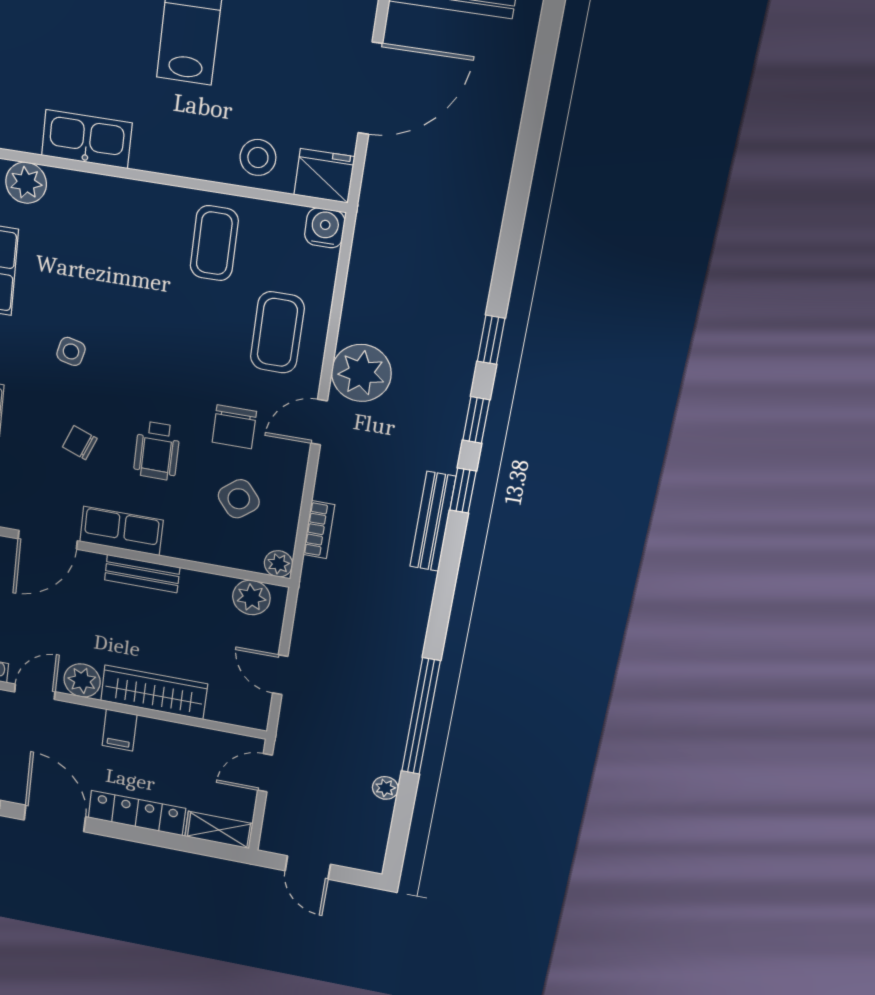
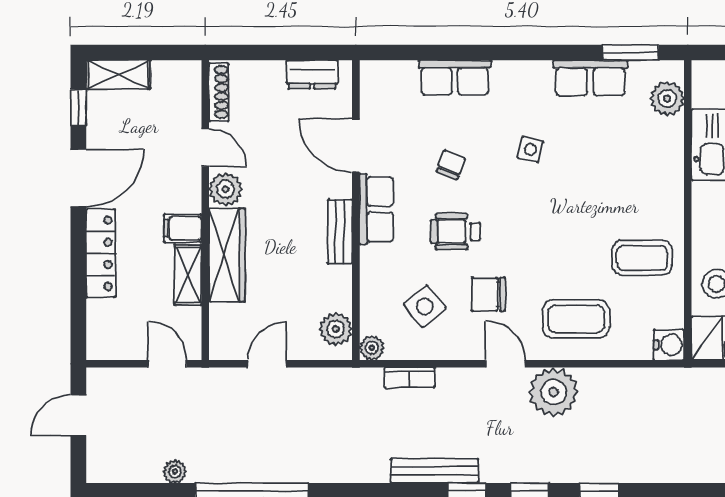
shelving: (219, 830) -> (188, 275), moved

